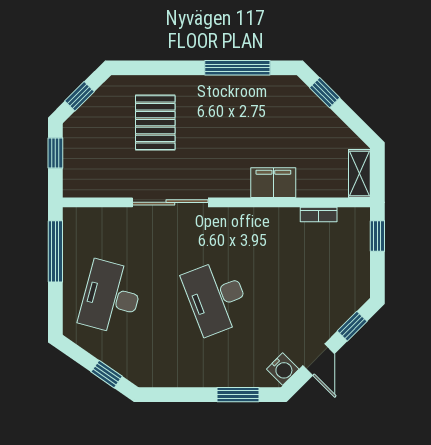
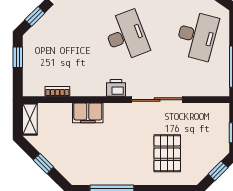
window: (325, 93) -> (43, 164), moved
printer: (232, 220) -> (116, 88), added
window: (377, 236) -> (18, 57), moved

